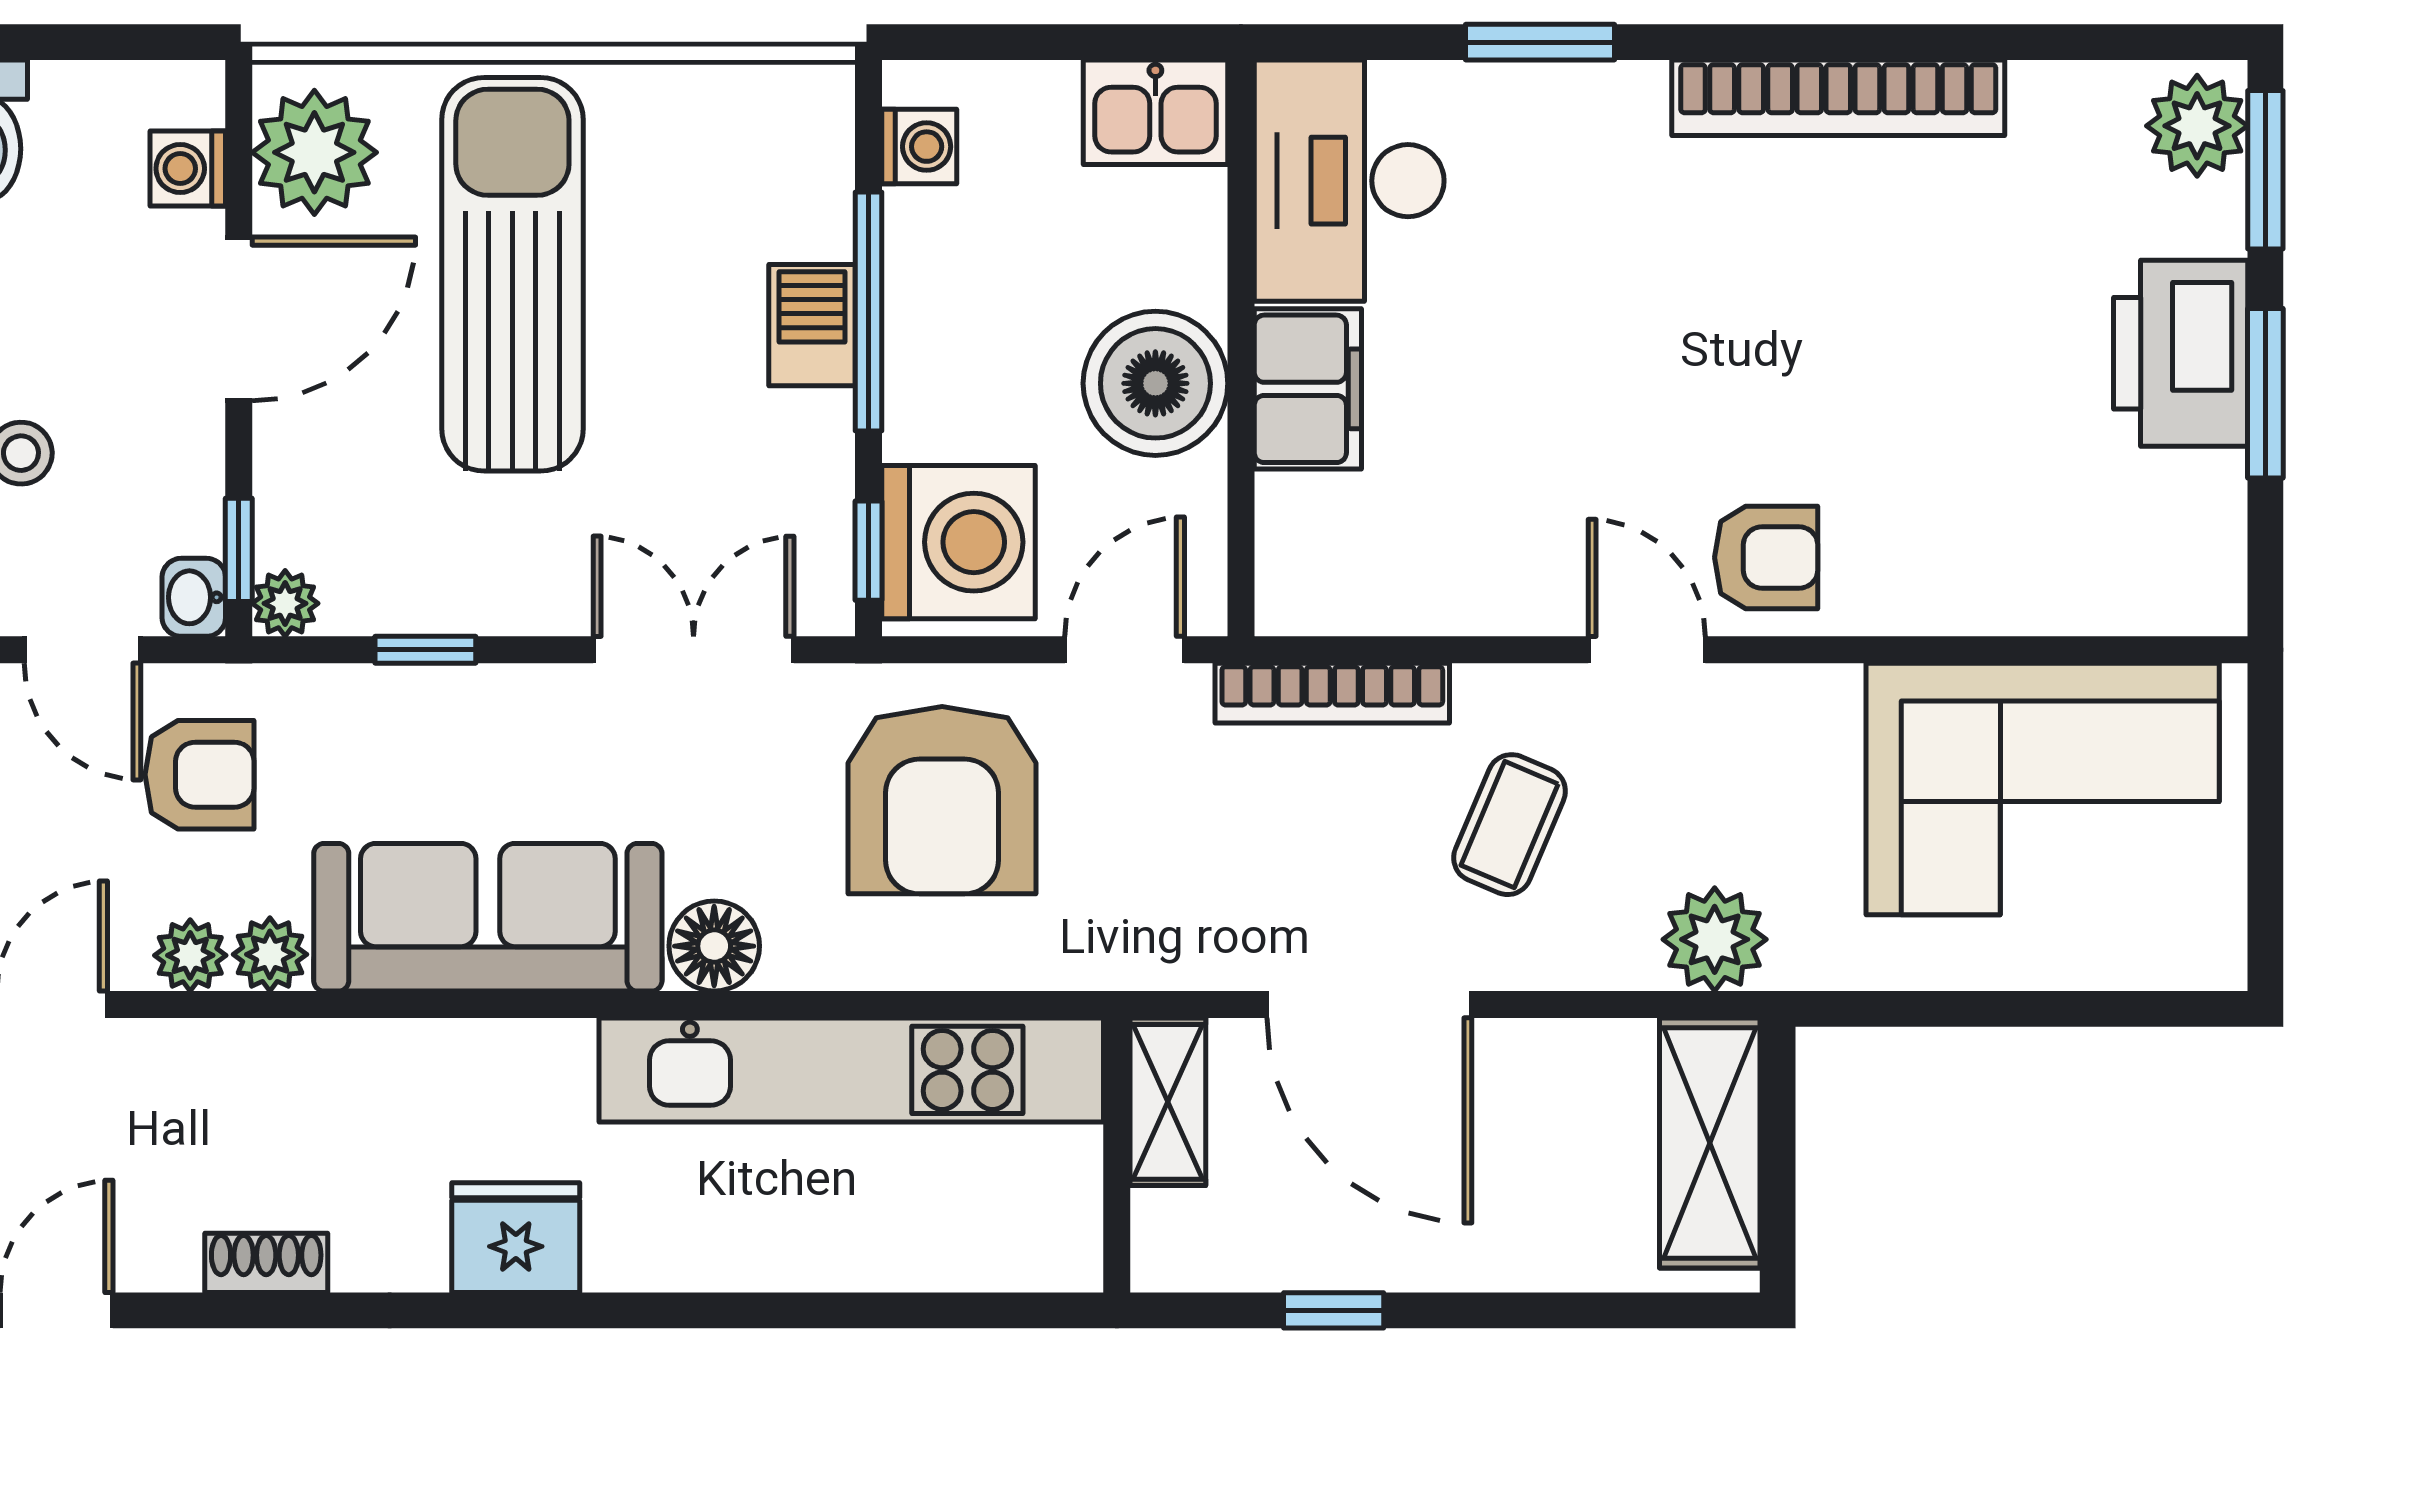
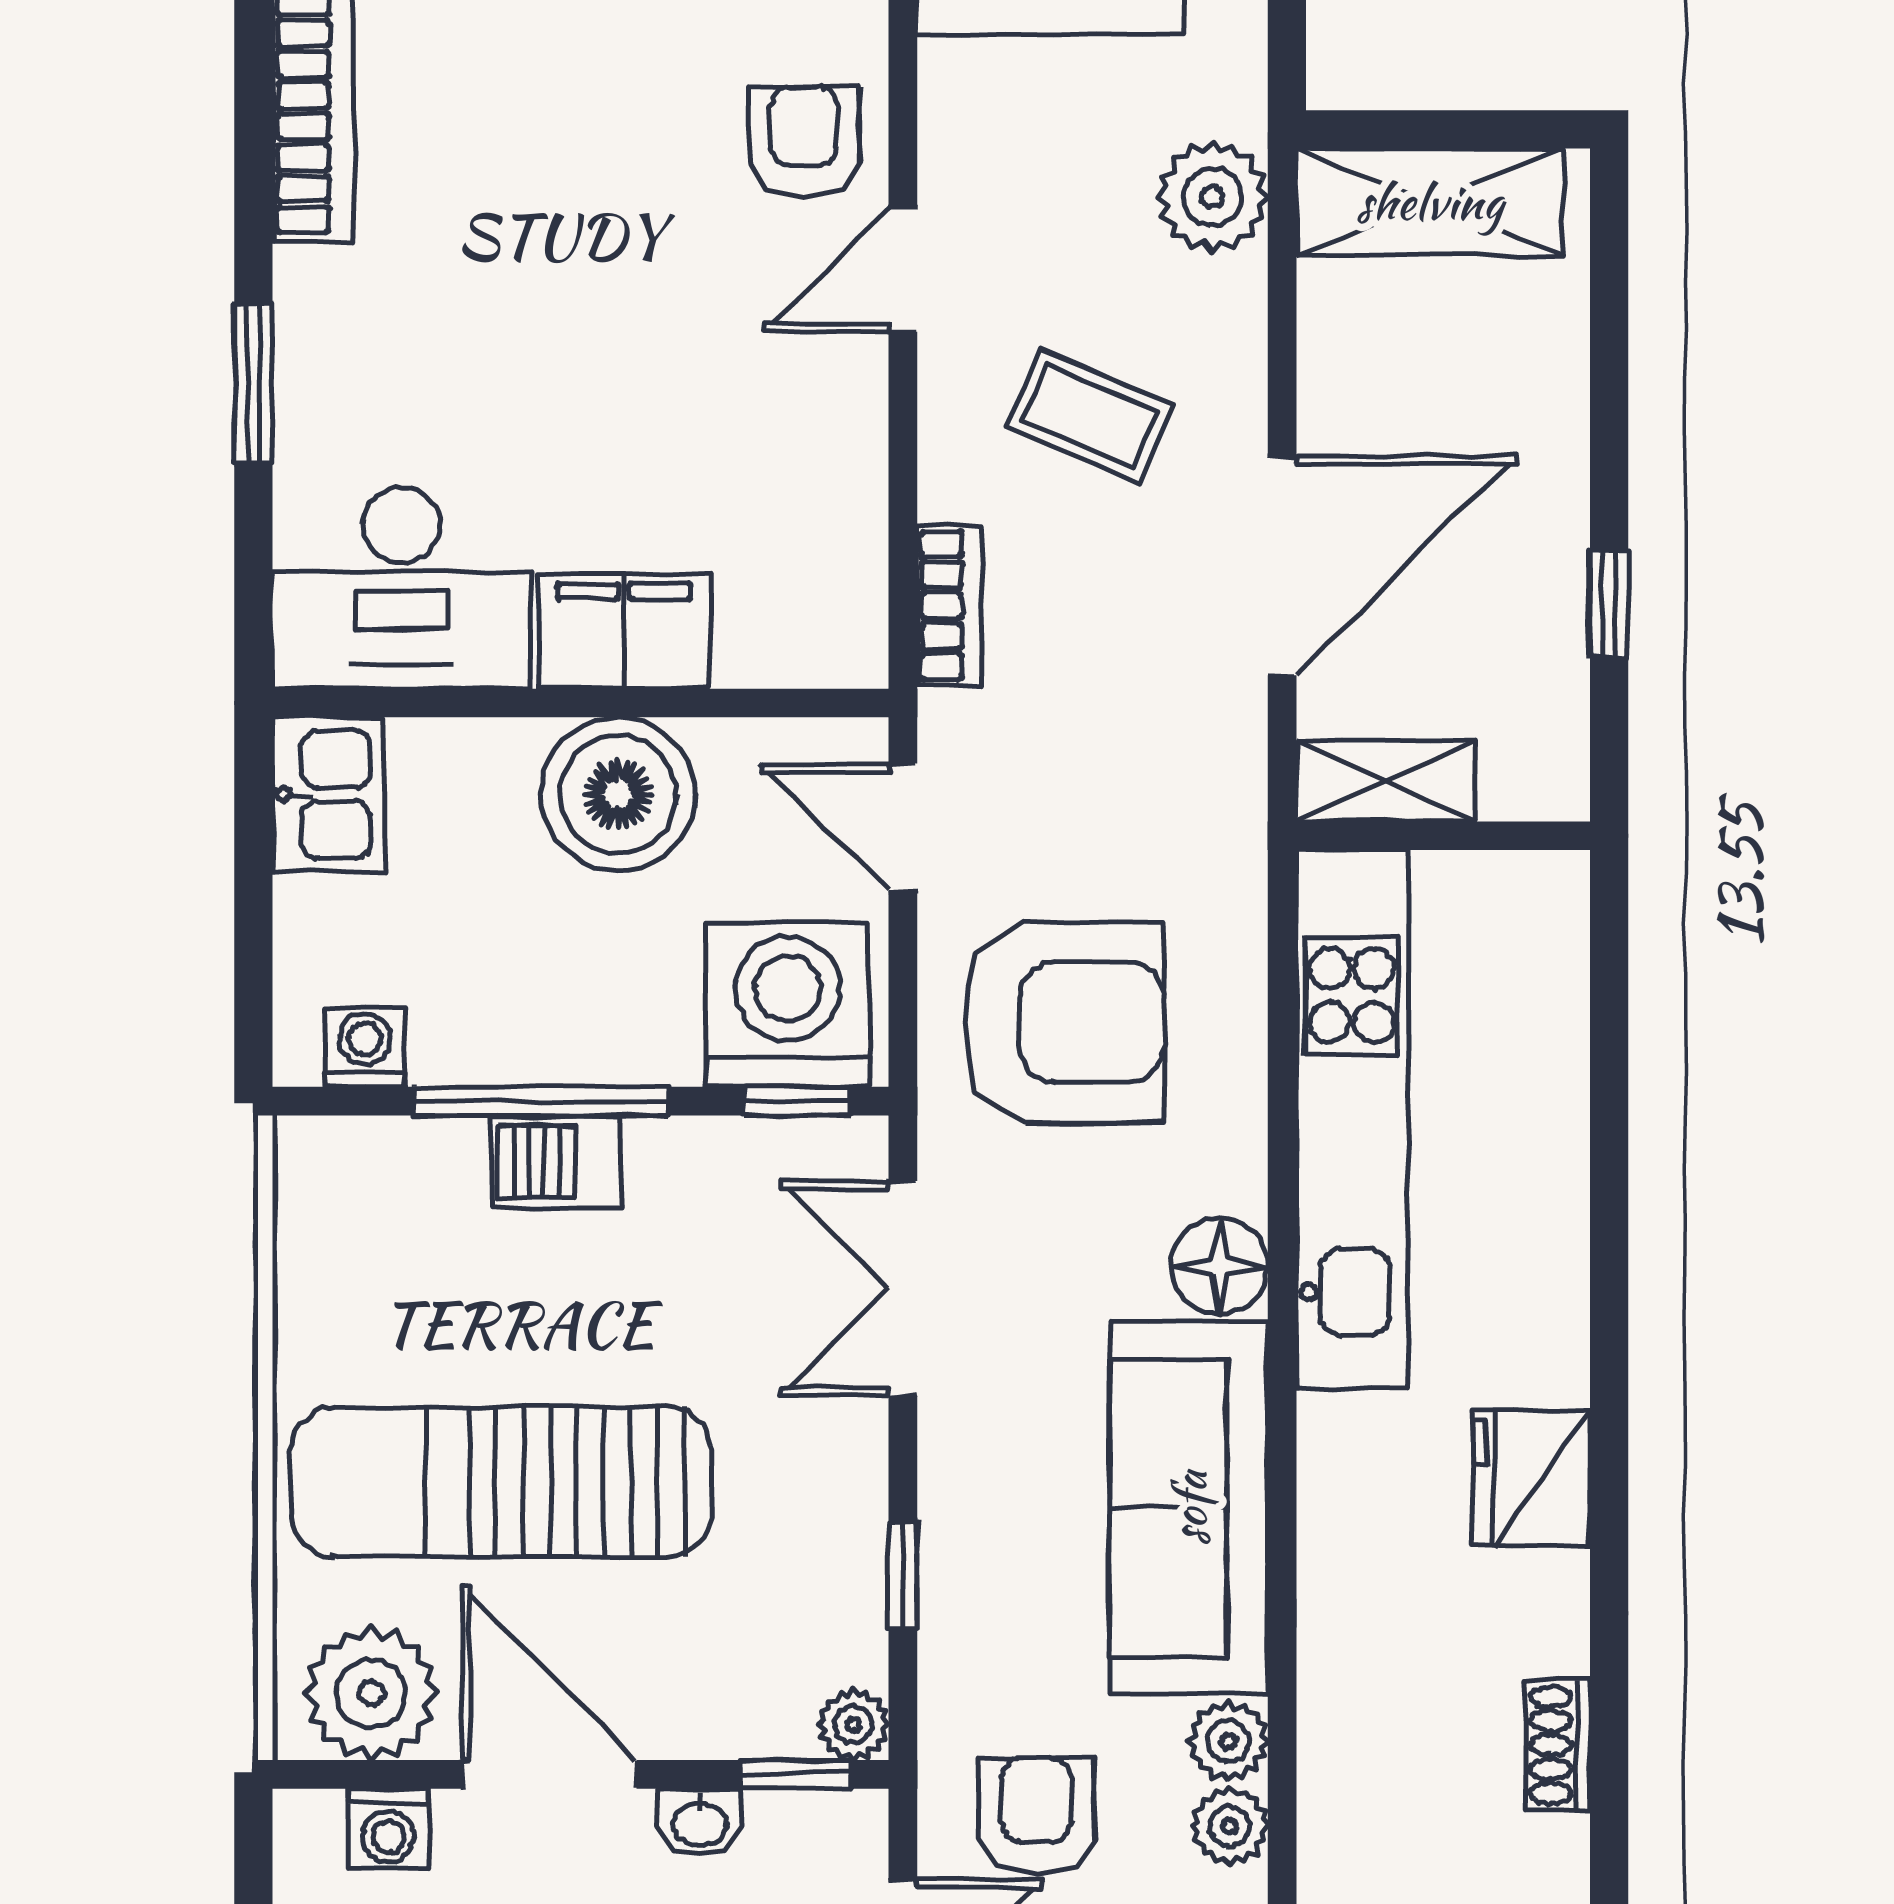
washbasin: (194, 597) -> (699, 1822), moved
bookcase: (1332, 693) -> (949, 605), width x0.64

